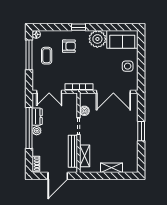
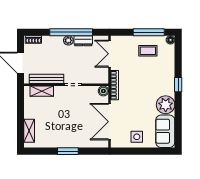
armchair: (69, 46) -> (158, 74), removed
boiler: (84, 111) -> (103, 91), moved
shelving: (111, 168) -> (29, 131), moved

